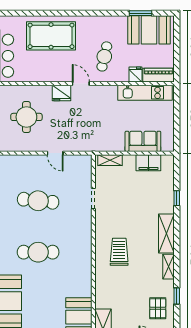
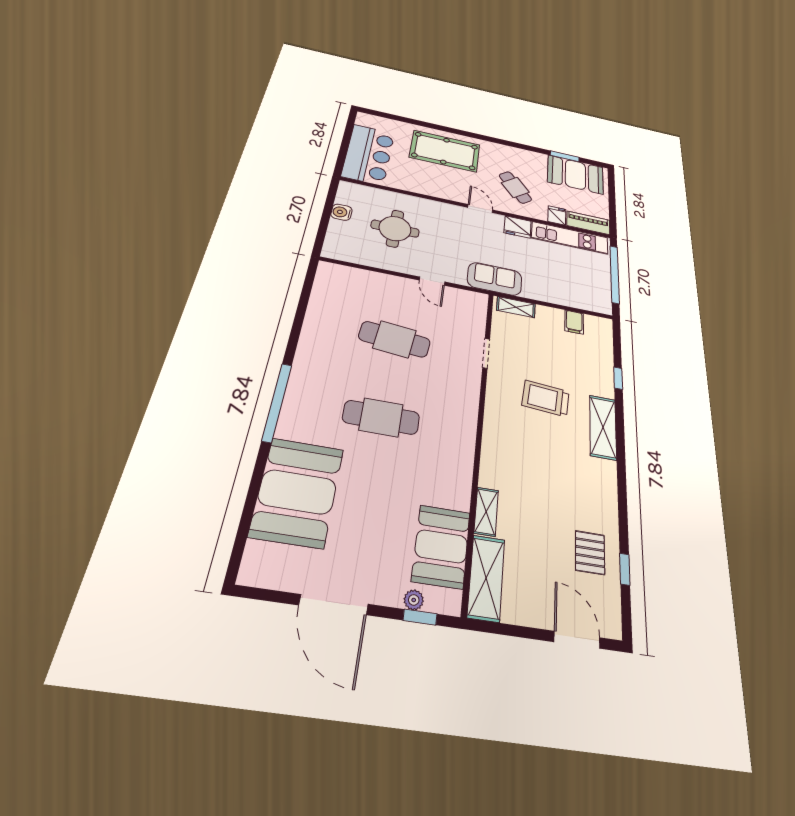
cafe table: (104, 56) -> (515, 187), turned -51
fridge: (61, 93) -> (518, 227), moved
window: (177, 117) -> (615, 274), added
sofa: (143, 141) -> (495, 279), moved
filing cabinet: (148, 163) -> (574, 322), width x0.50
trolley: (119, 252) -> (546, 398), moved, turned -85
shelving: (169, 267) -> (486, 512), moved
window: (177, 296) -> (625, 569), moved

